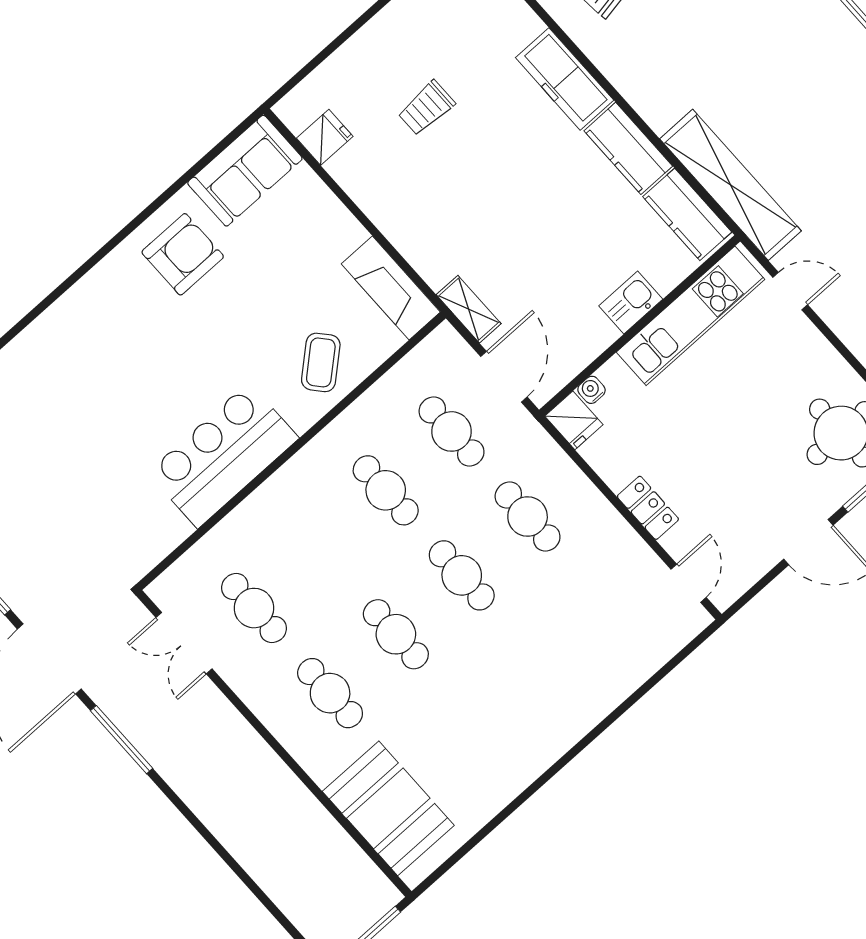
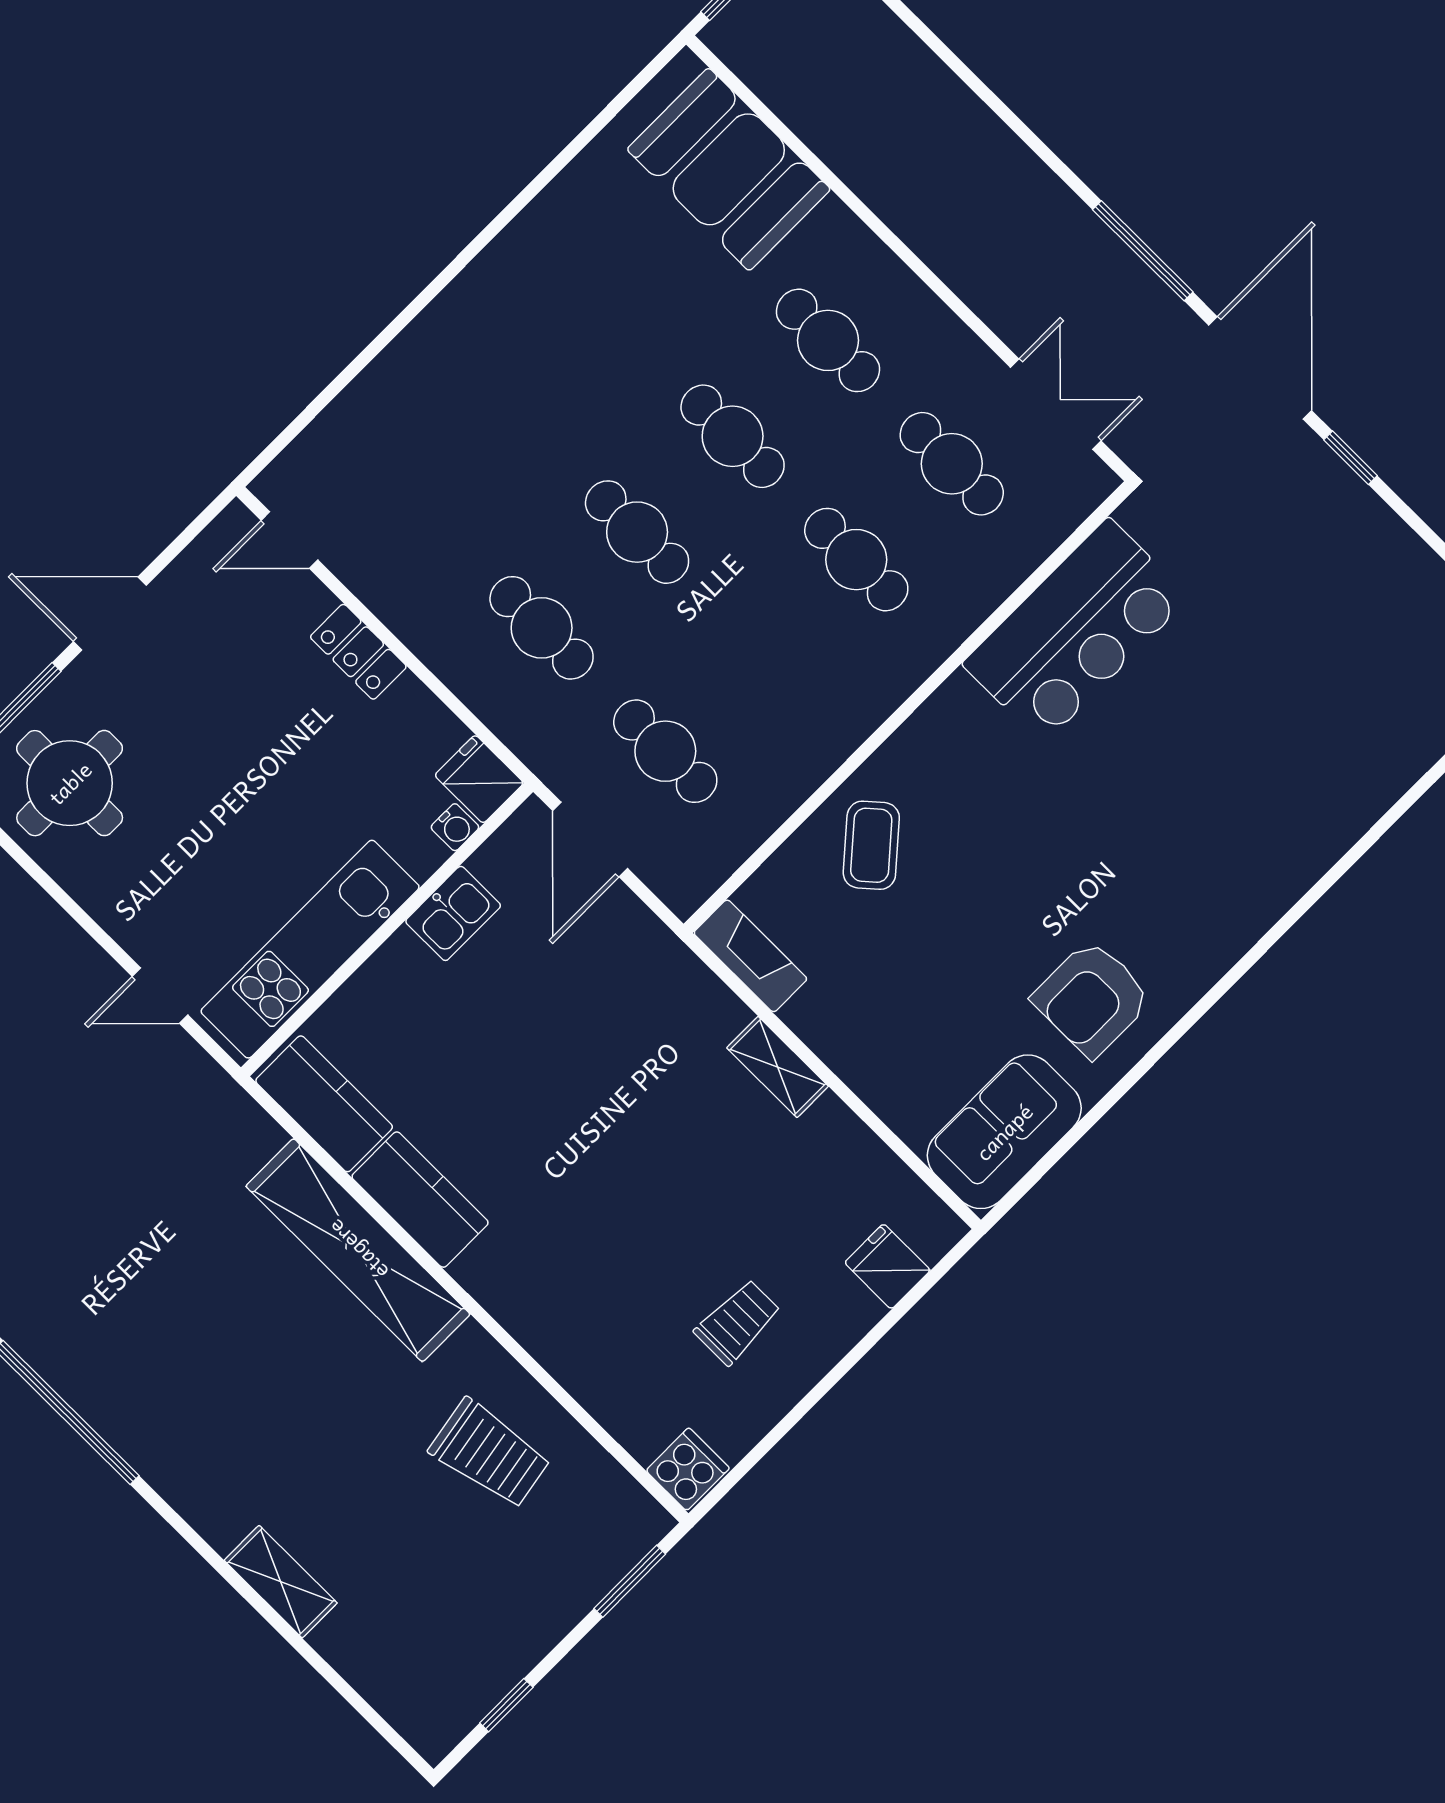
freezer: (565, 79) -> (524, 1300), removed
trolley: (426, 108) -> (738, 1322), moved
fridge: (325, 137) -> (887, 1266), moved, turned 90
shelving: (731, 185) -> (358, 1250), moved
fireplace: (391, 288) -> (750, 956), width x0.73, depth x0.76
kitchen sink: (631, 303) -> (453, 913), moved
shelving: (469, 309) -> (778, 1067), moved
bar counter: (223, 455) -> (1076, 631), moved
cafe table: (386, 490) -> (856, 560), moved
door: (689, 583) -> (289, 540), hinge flipped

